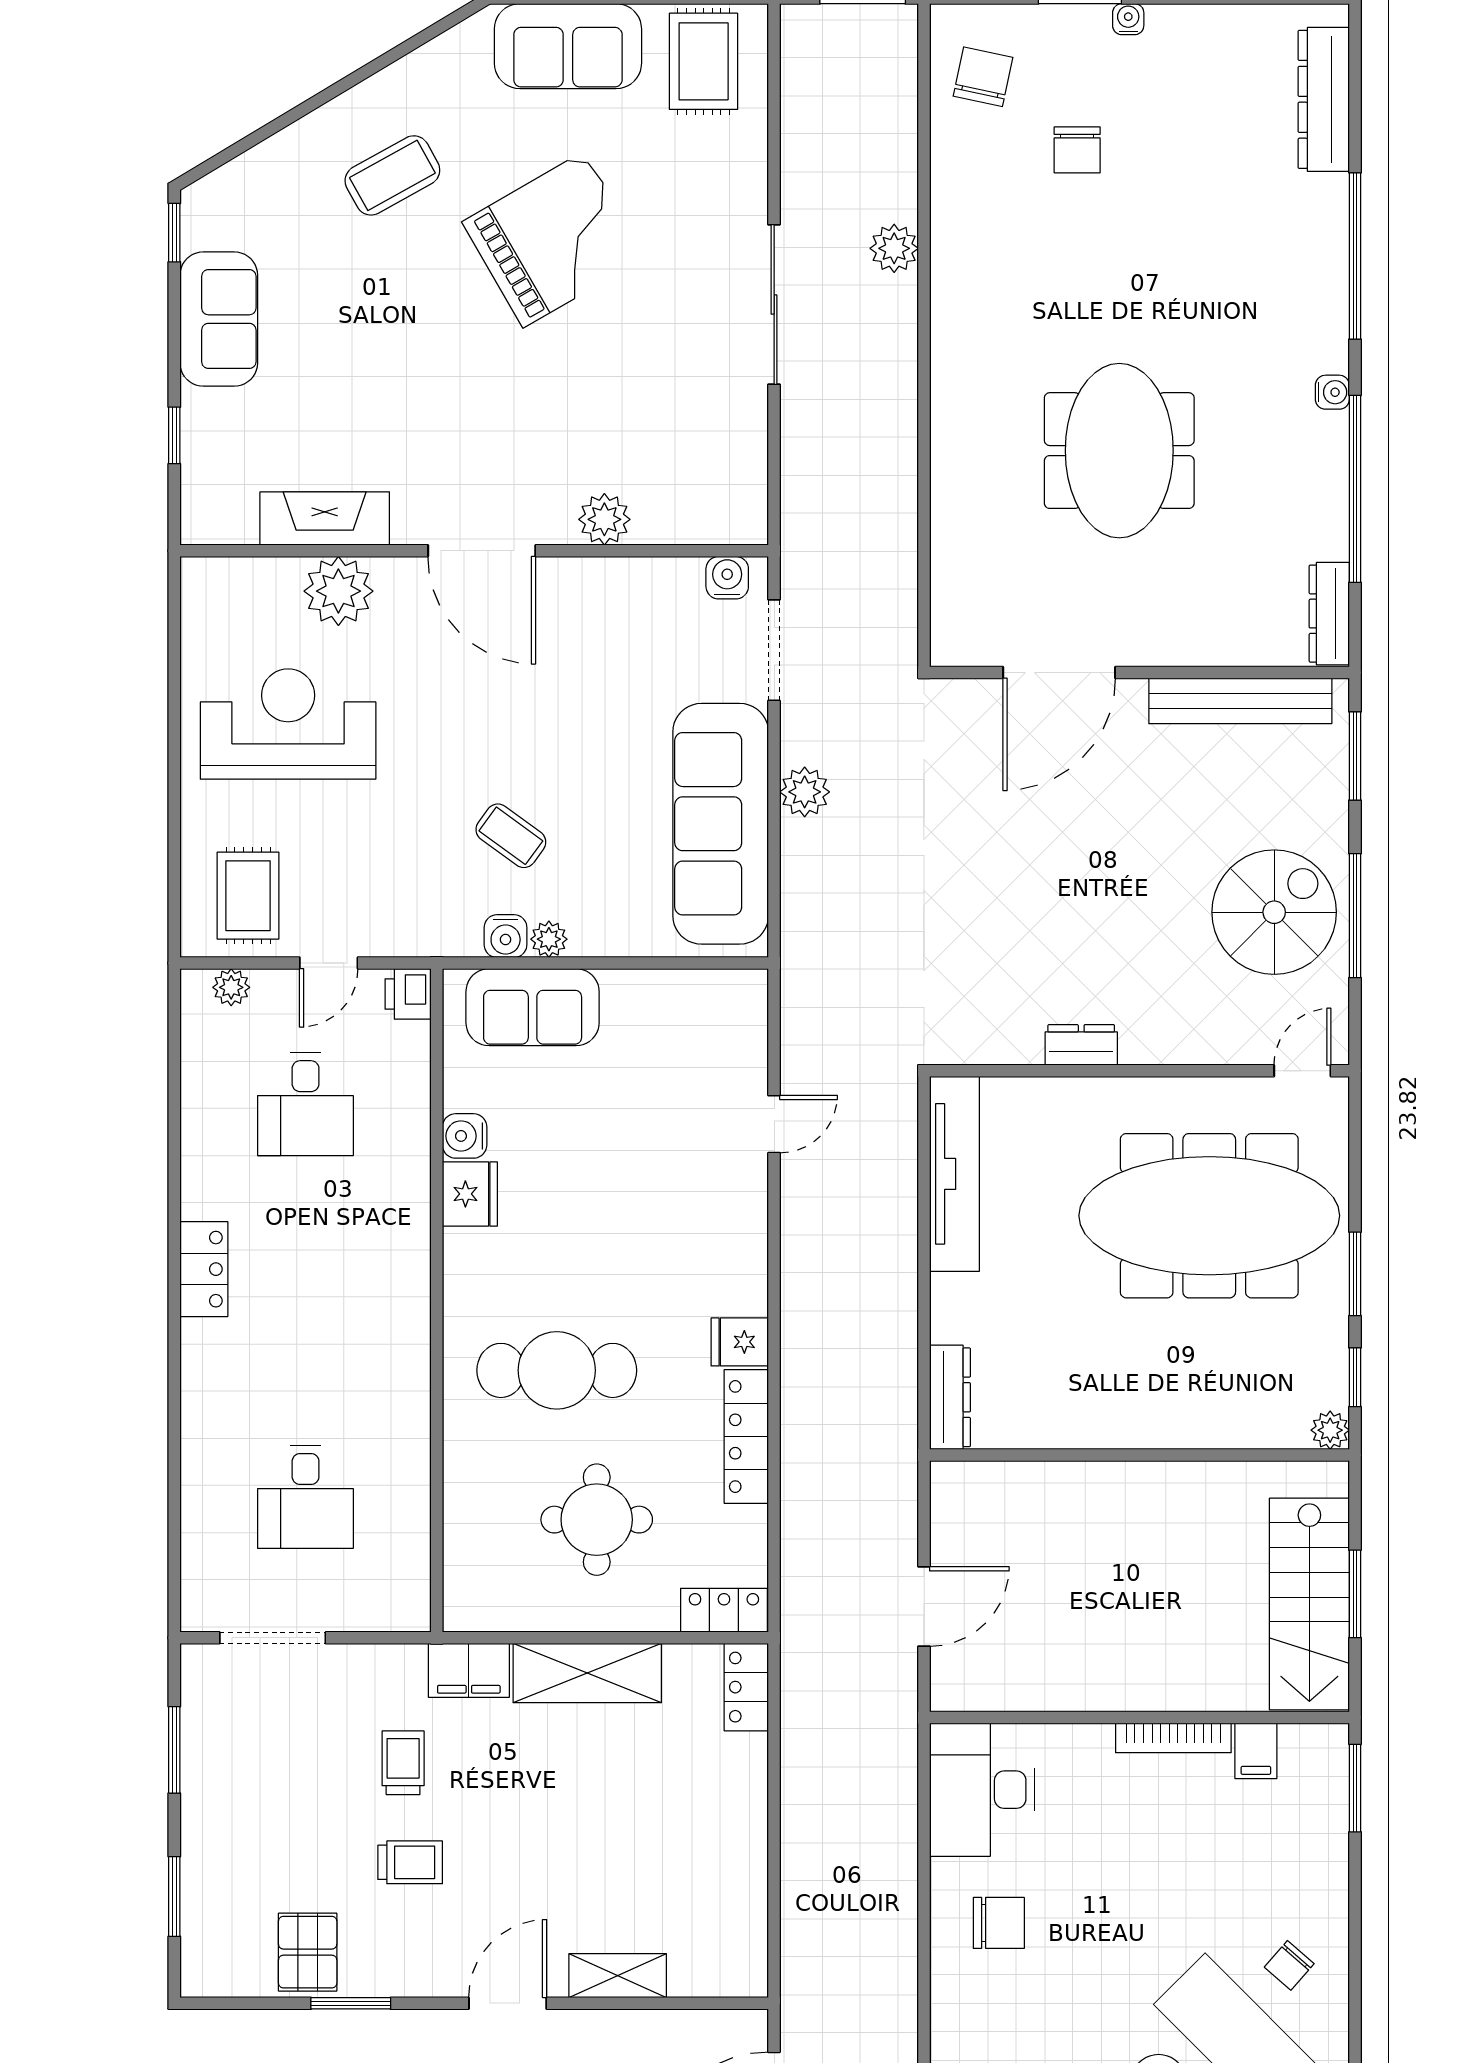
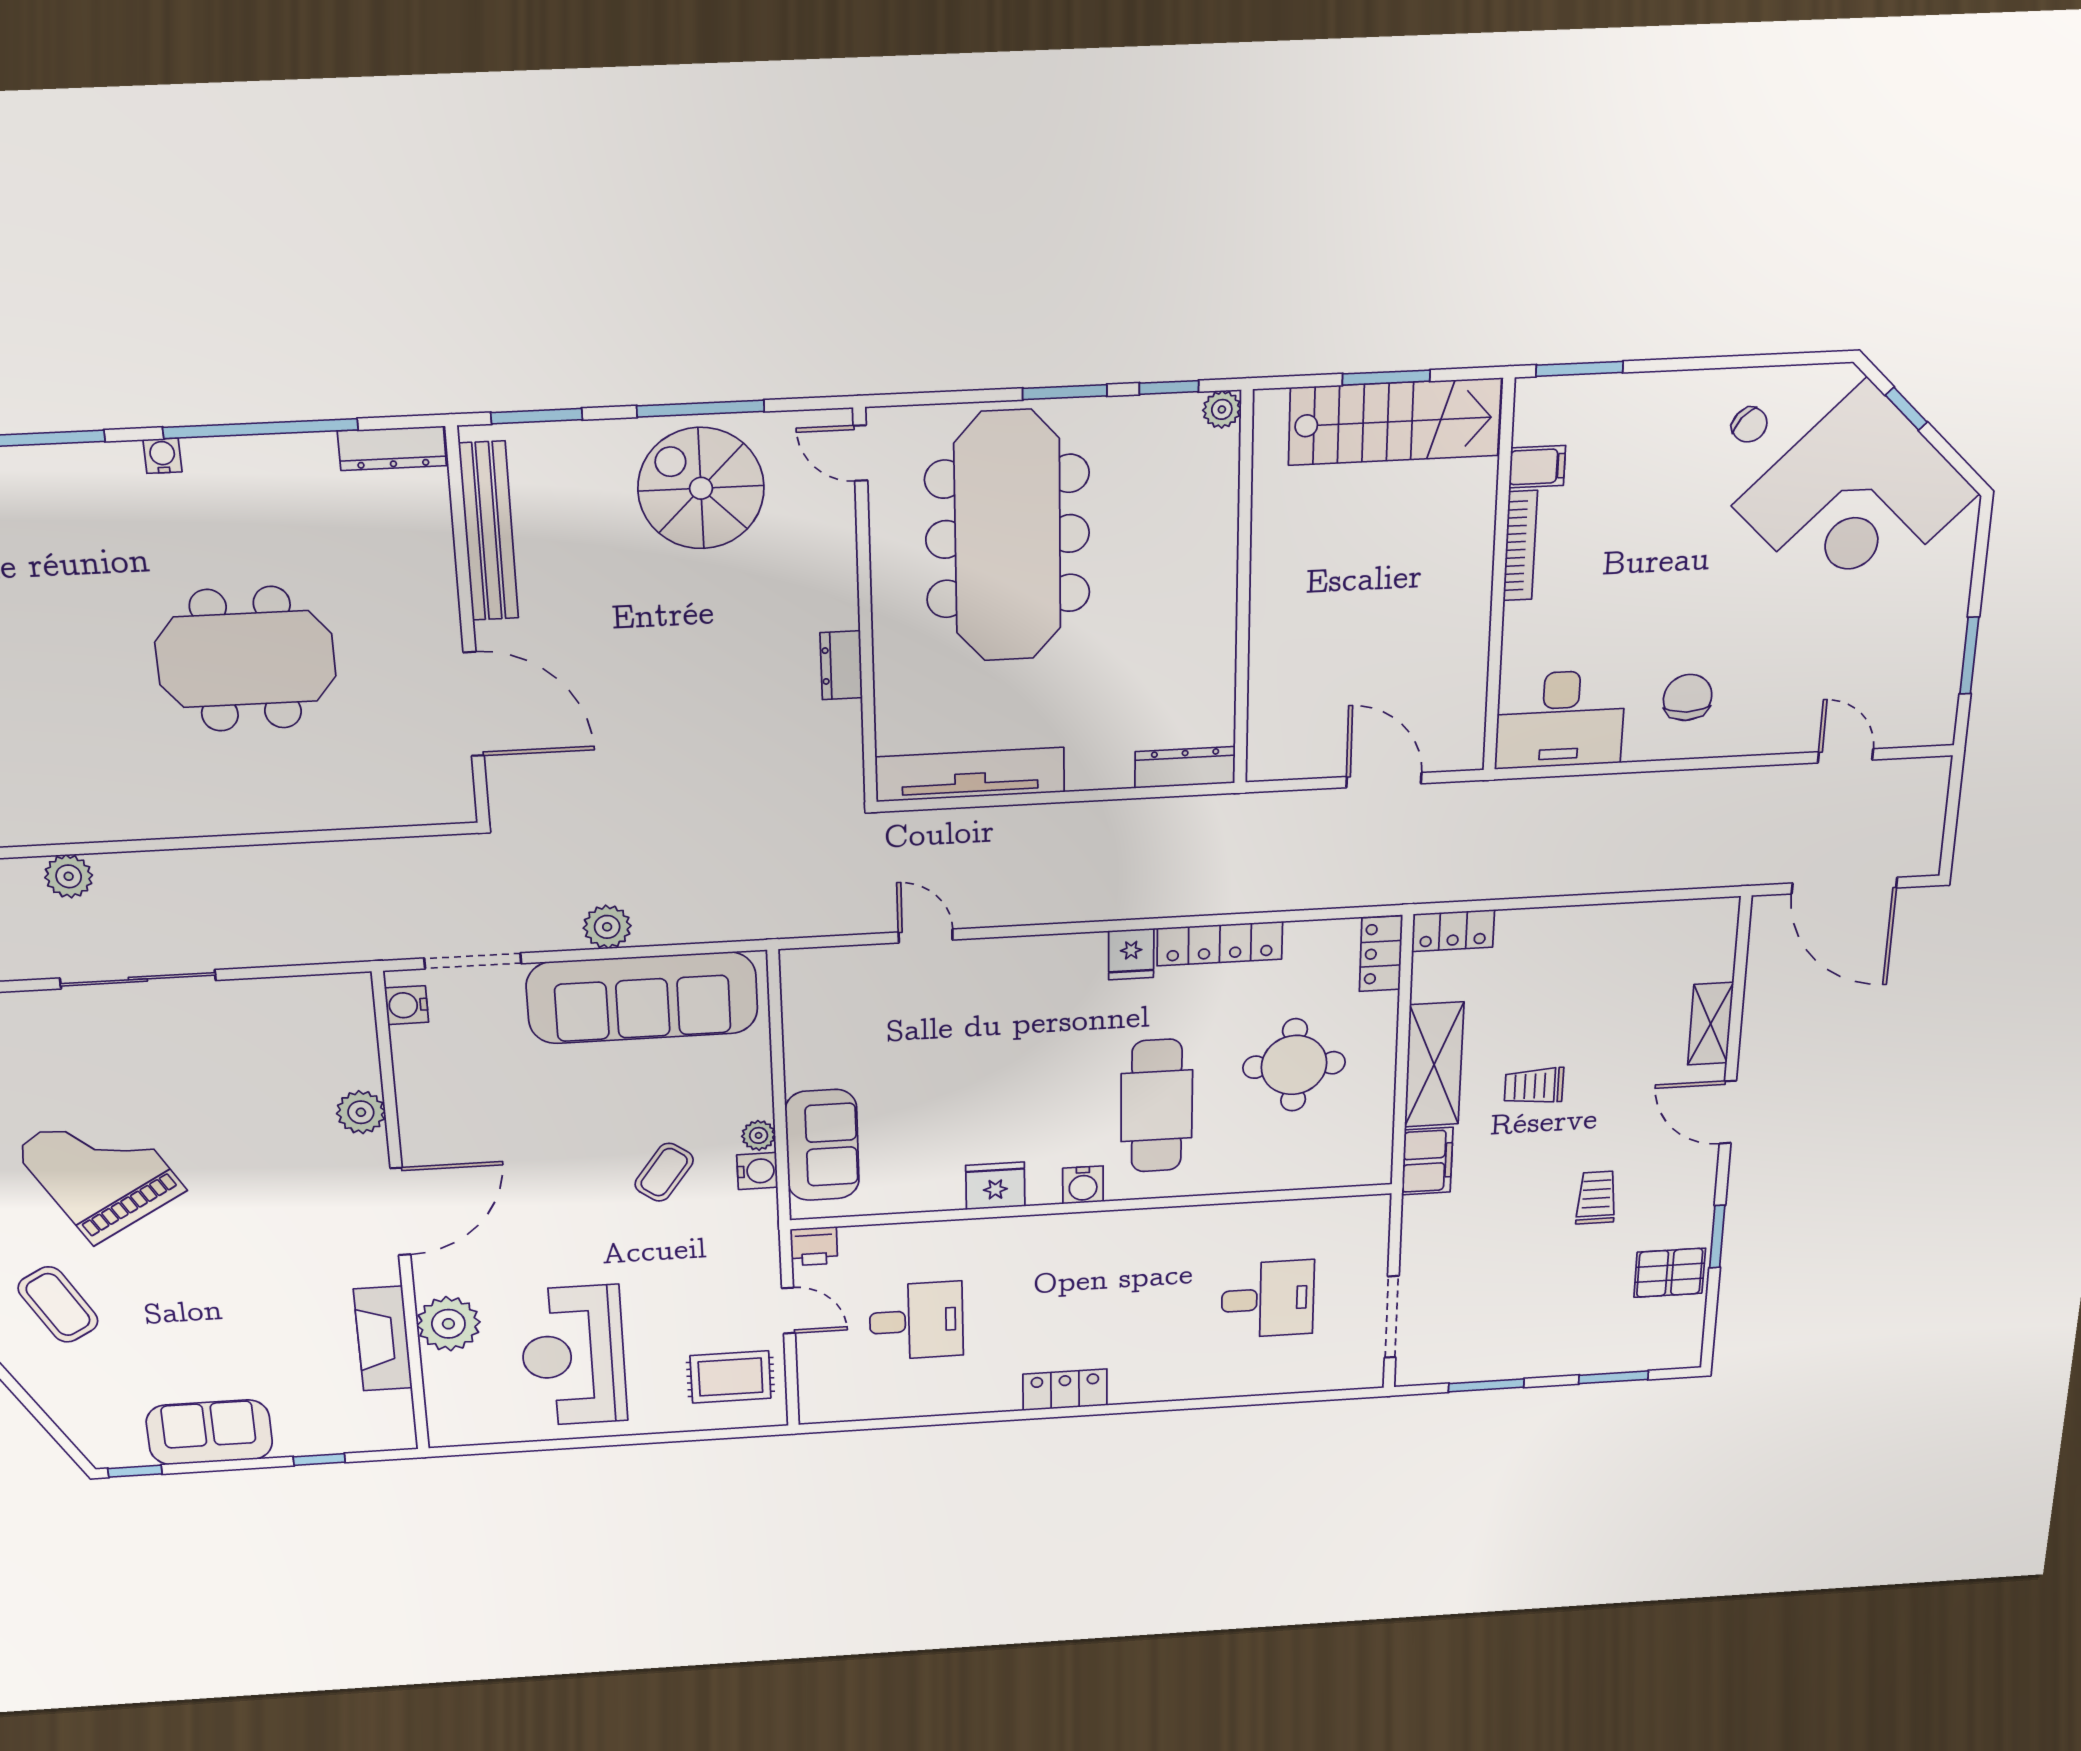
plant: (231, 987) -> (813, 1385), removed
water cooler: (465, 1136) -> (1083, 1185), moved
trolley: (403, 1763) -> (1534, 1086), moved

